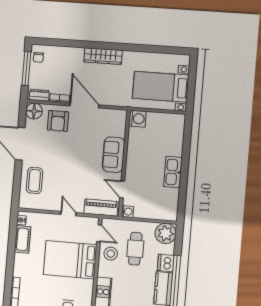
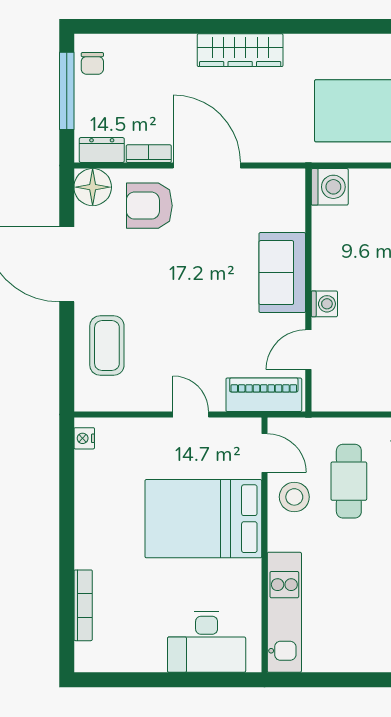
armchair: (58, 121) -> (149, 206), turned 90
door: (122, 189) -> (308, 350), hinge flipped
washing machine: (127, 212) -> (324, 304), moved
cot: (23, 239) -> (91, 482), removed

